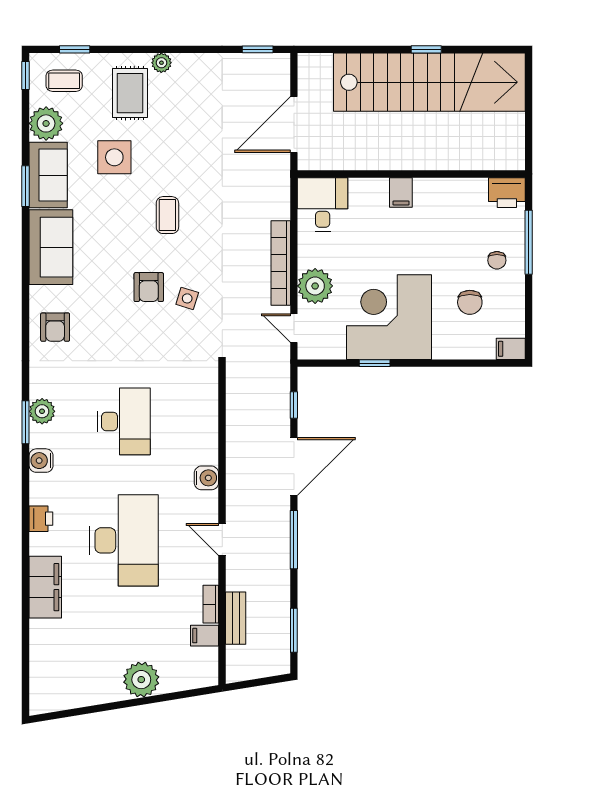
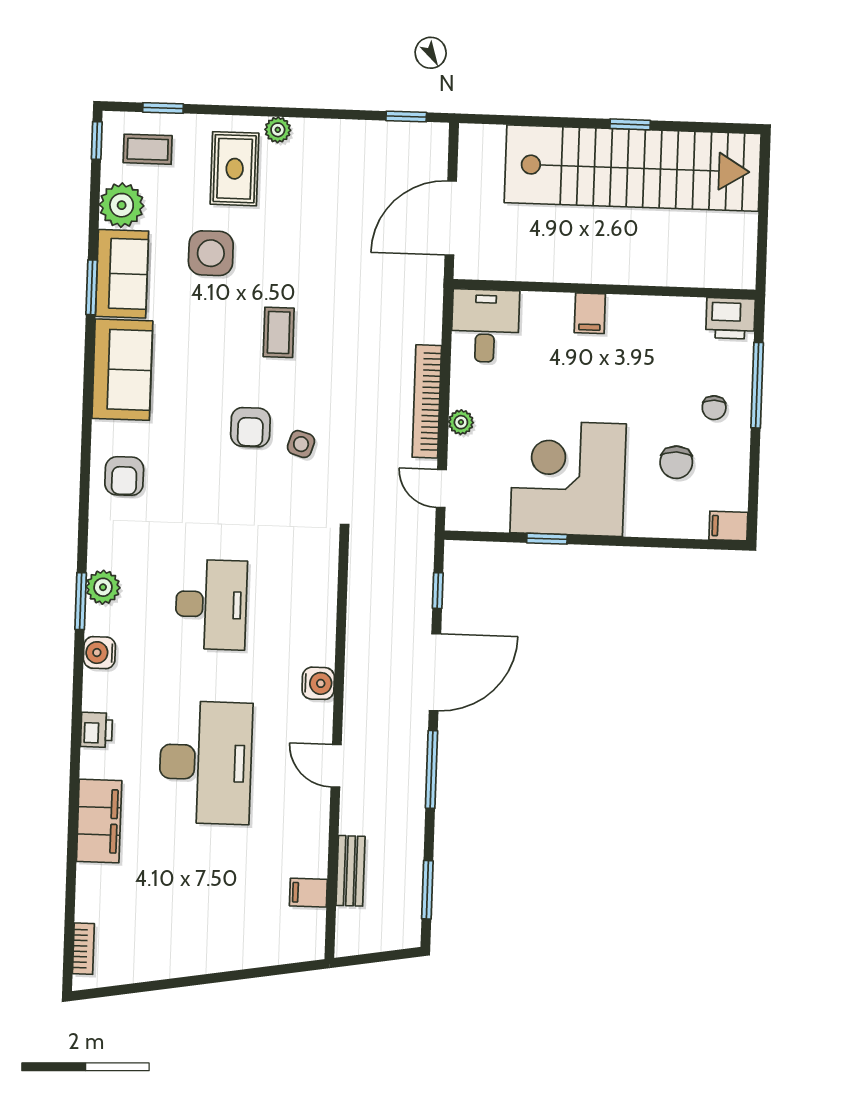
plant: (315, 286) -> (461, 422), width x0.53, depth x0.53
bookcase: (211, 604) -> (83, 949), moved, turned 180
plant: (141, 680) -> (222, 948), removed

